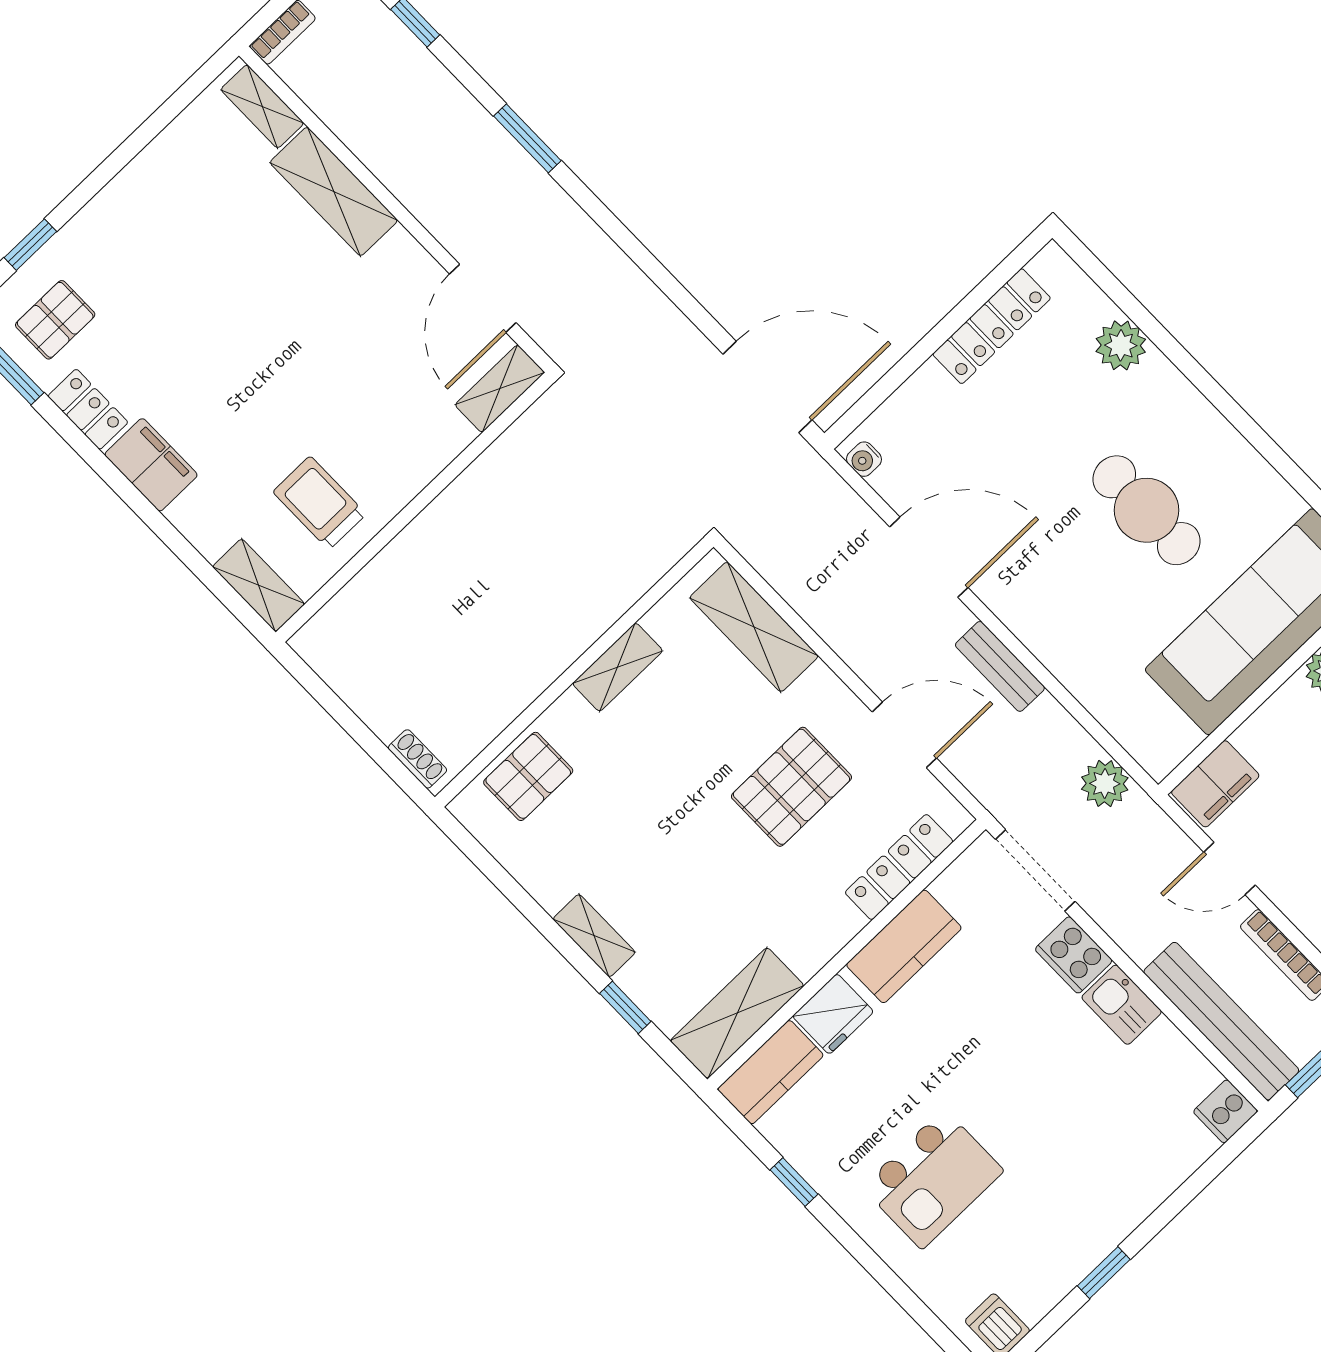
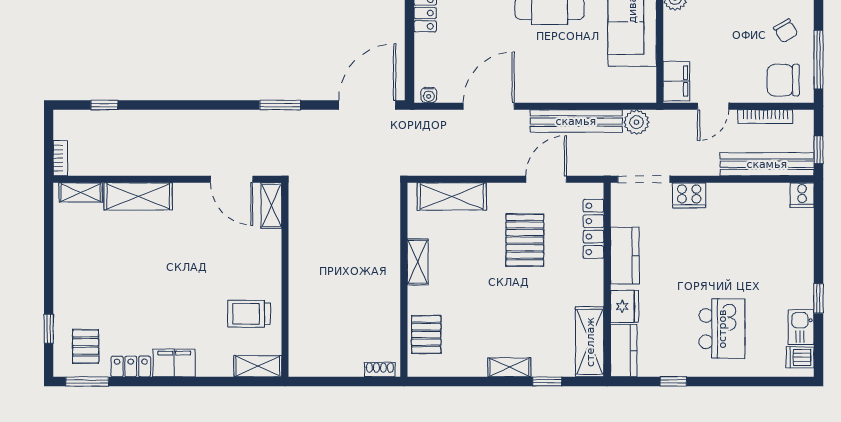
window: (527, 138) -> (280, 105), moved
bench: (1000, 666) -> (576, 121), width x1.86, depth x1.21
kitchen sink: (1122, 1005) -> (801, 327), moved, turned 90

